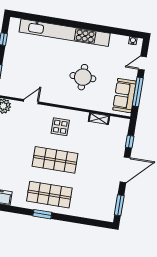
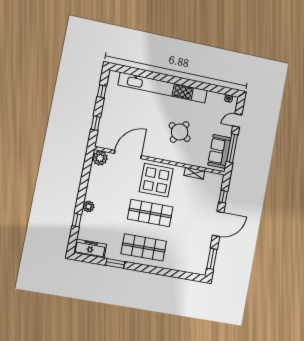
round table: (83, 77) -> (180, 132), turned 30
door: (31, 102) -> (128, 154), width x1.88
display table: (60, 127) -> (156, 180), width x1.86, depth x1.86
window: (42, 214) -> (115, 263), moved

